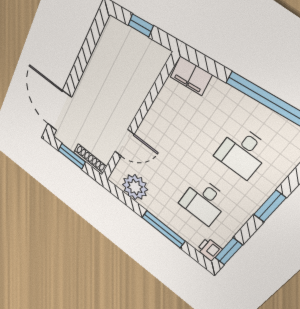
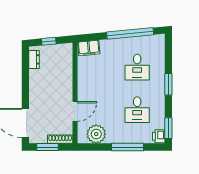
dresser: (108, 38) -> (34, 59), added

